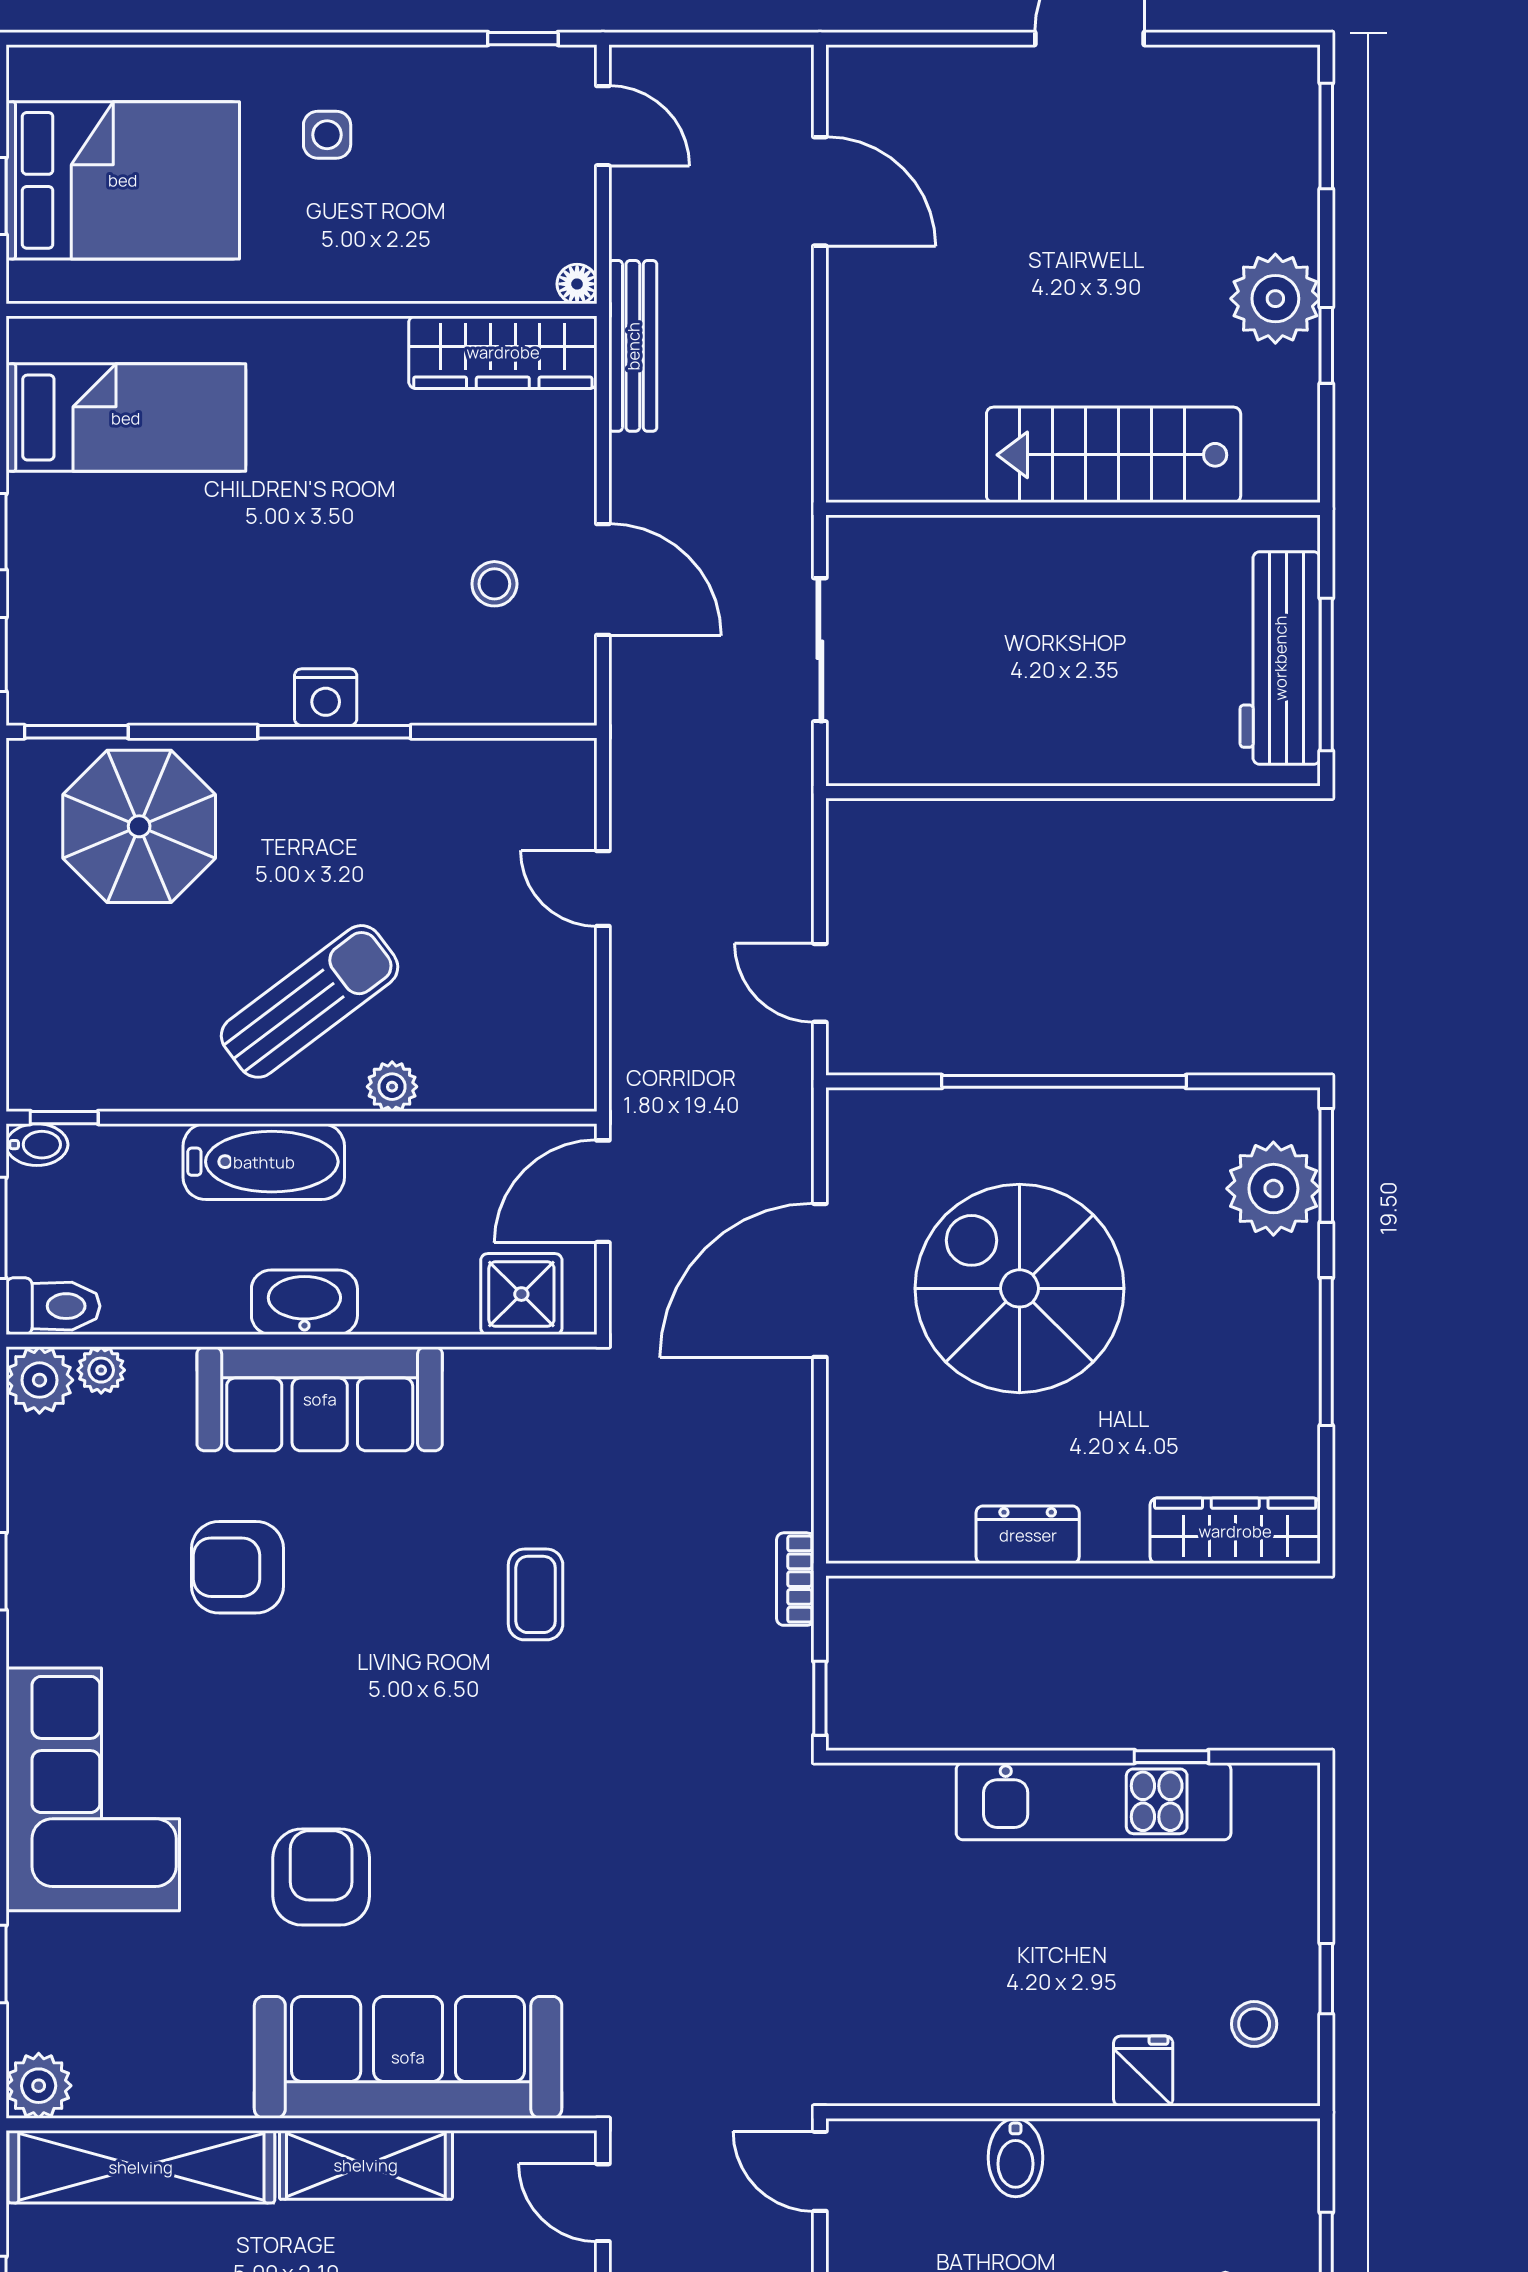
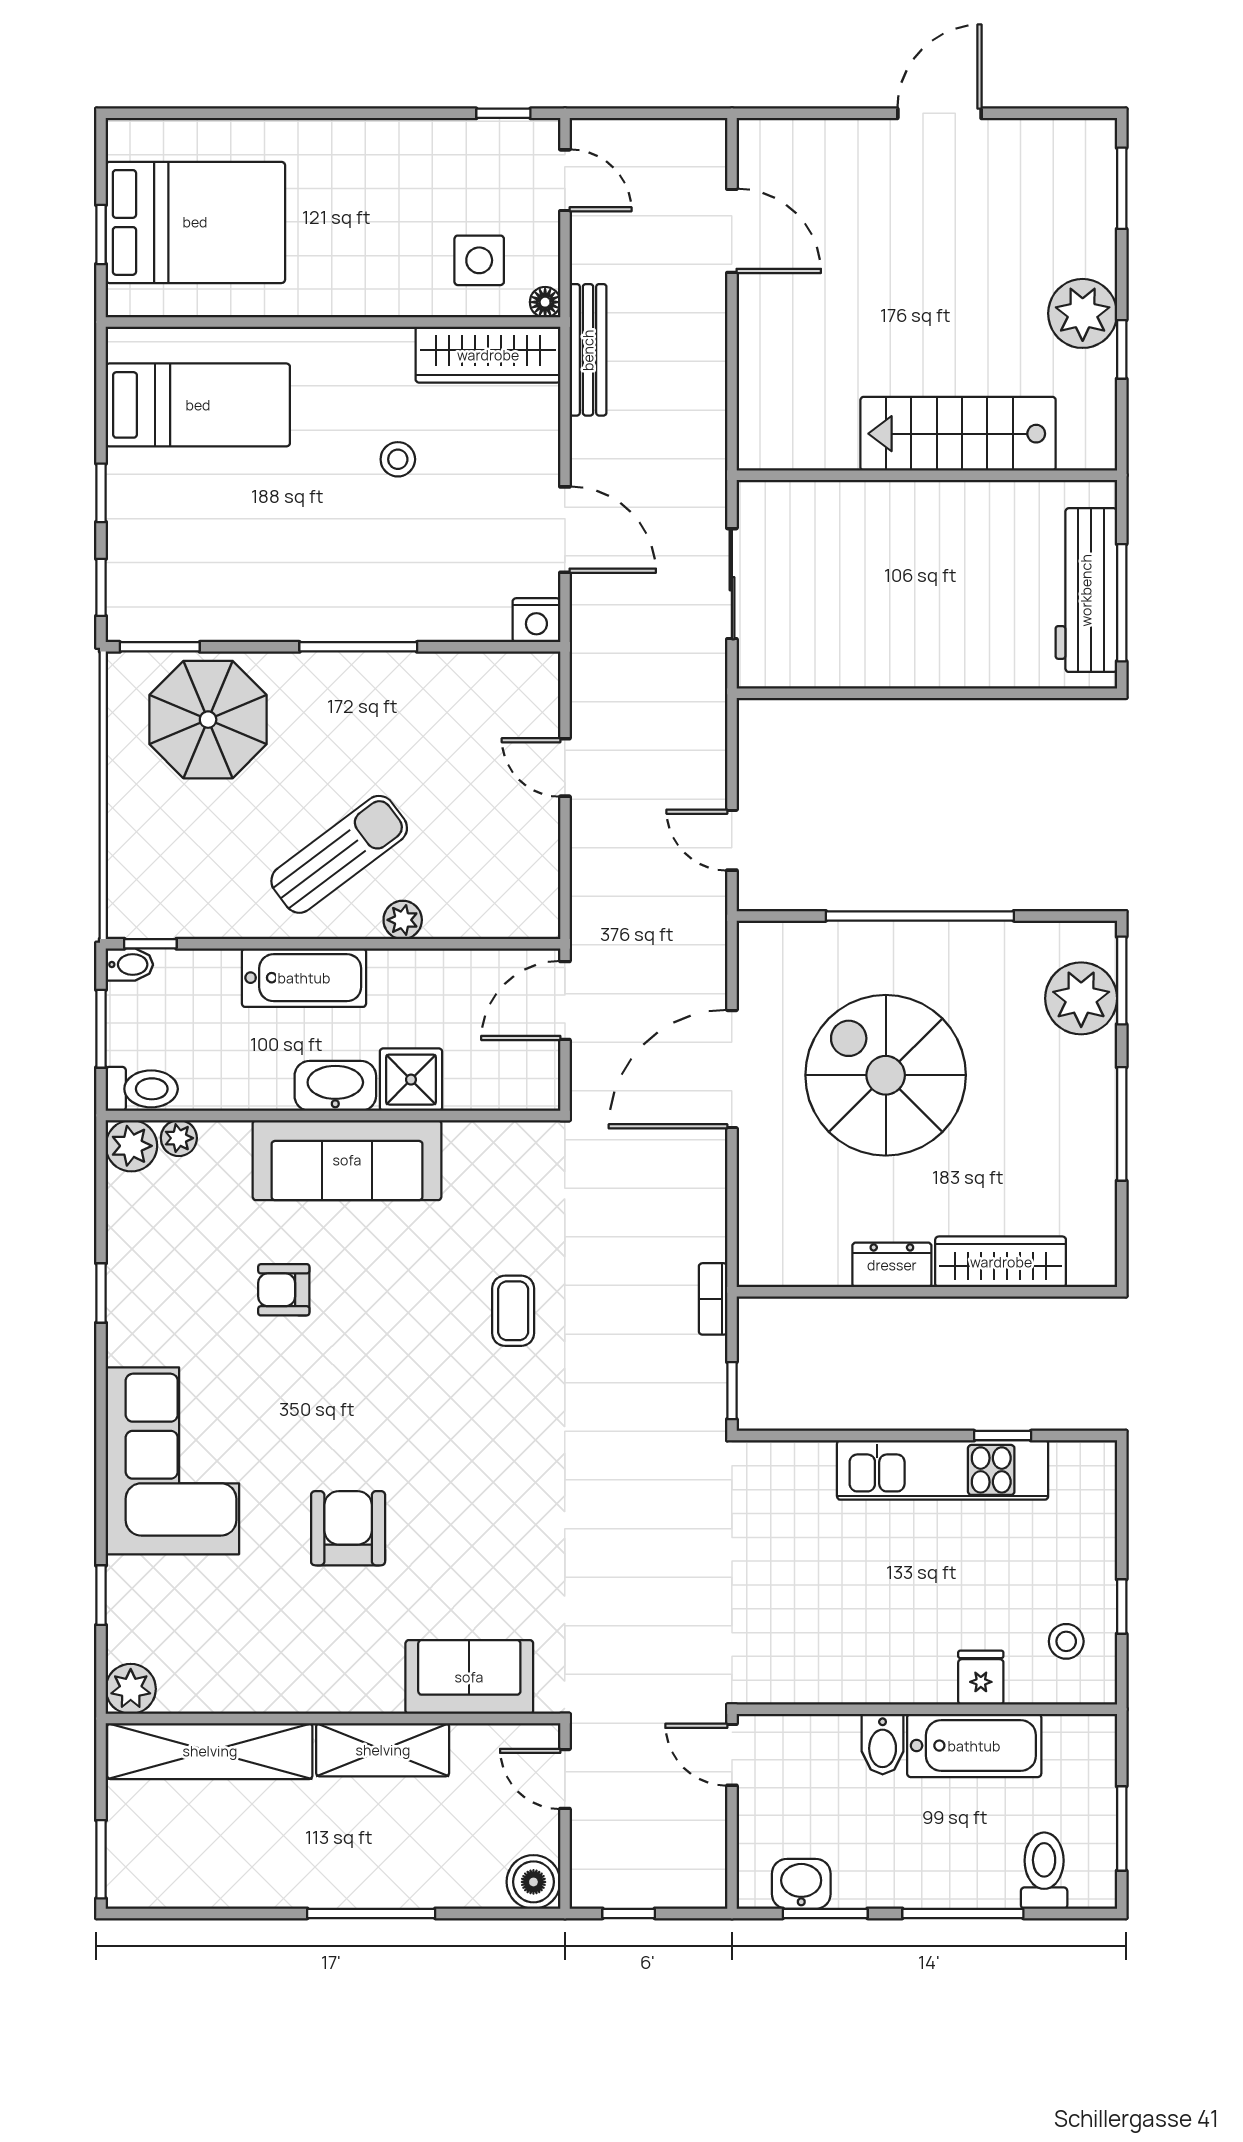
side table: (327, 135) -> (479, 260), moved, width x1.37, depth x1.37
stool: (494, 584) -> (398, 459), moved
nightstand: (326, 697) -> (536, 620), moved
shower: (521, 1294) -> (411, 1080), moved
wardrobe: (1235, 1531) -> (1001, 1262), moved
armchair: (238, 1567) -> (284, 1290), width x0.72, depth x0.72
sofa: (408, 2057) -> (469, 1677), width x0.54, depth x0.79
bathtub: (1135, 2159) -> (974, 1746), added

